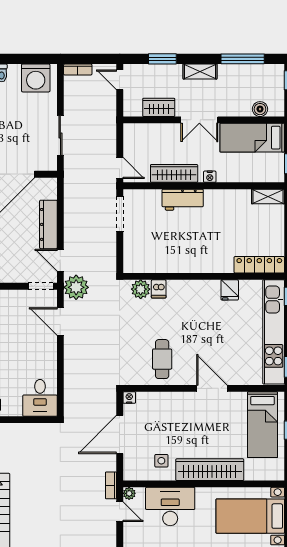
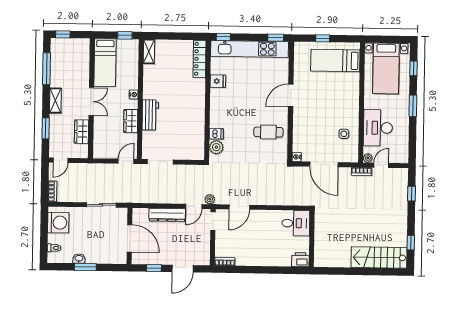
boiler: (260, 109) -> (84, 56), removed
wardrobe: (174, 173) -> (131, 121), width x0.67
plant: (76, 287) -> (210, 199), width x0.53, depth x0.53
bed: (262, 425) -> (335, 61), moved, turned 180
wardrobe: (210, 470) -> (351, 98), removed

